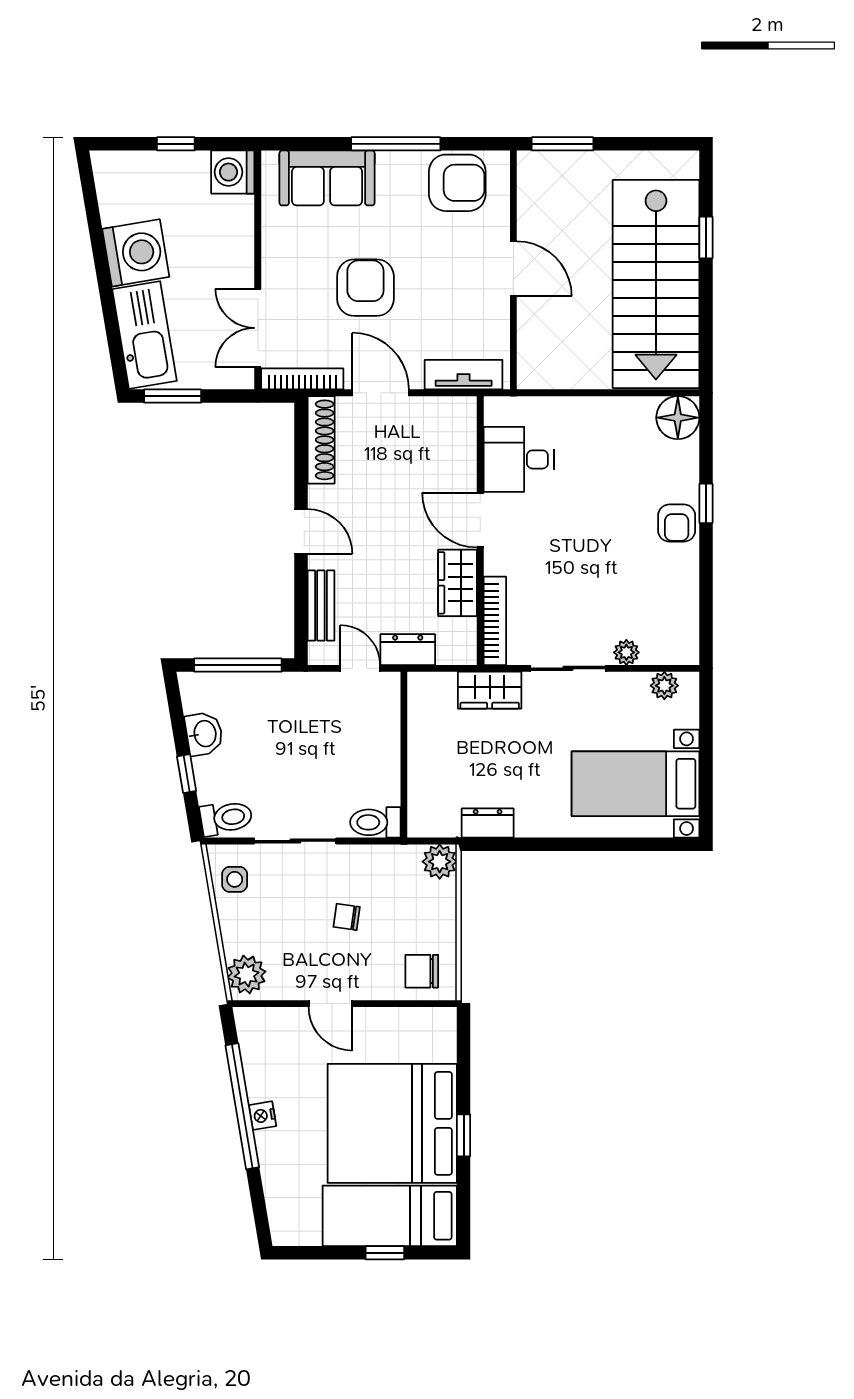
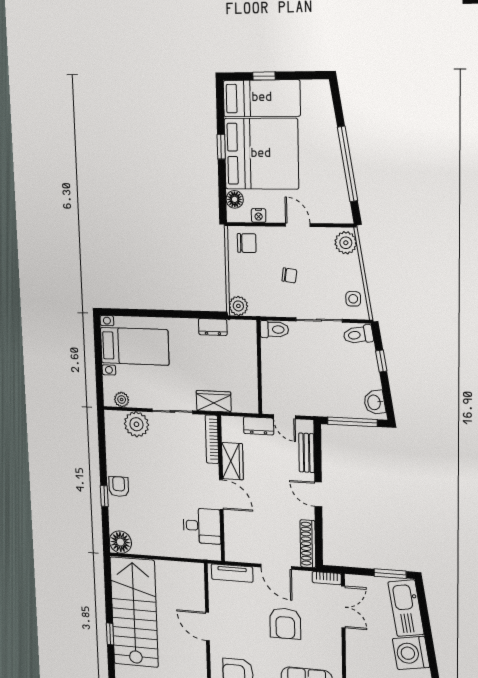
bookcase: (302, 379) -> (327, 578), width x0.64
plant: (626, 652) -> (136, 424), width x1.88, depth x1.88
washbasin: (204, 734) -> (375, 402), moved
floor lamp: (442, 1046) -> (235, 199), added
nightstand: (263, 1116) -> (259, 215), moved, turned 99

